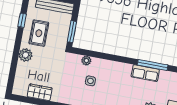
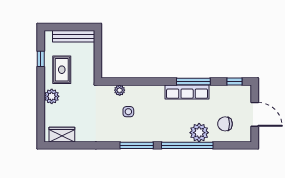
window: (72, 32) -> (98, 61), removed
row of seats: (145, 73) -> (187, 92), width x1.48
wardrobe: (40, 92) -> (62, 135), moved

